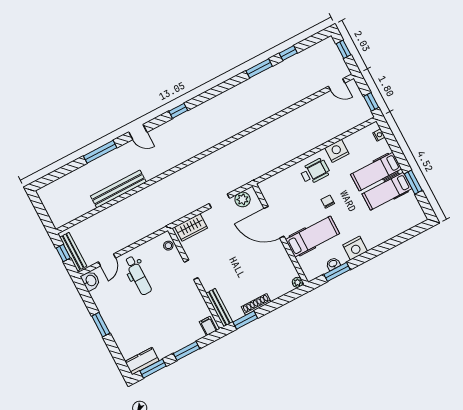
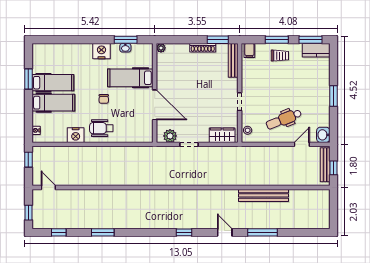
window: (288, 53) -> (59, 232), moved
dental chair: (138, 275) -> (284, 119), turned -112
trolley: (175, 337) -> (280, 56), added

